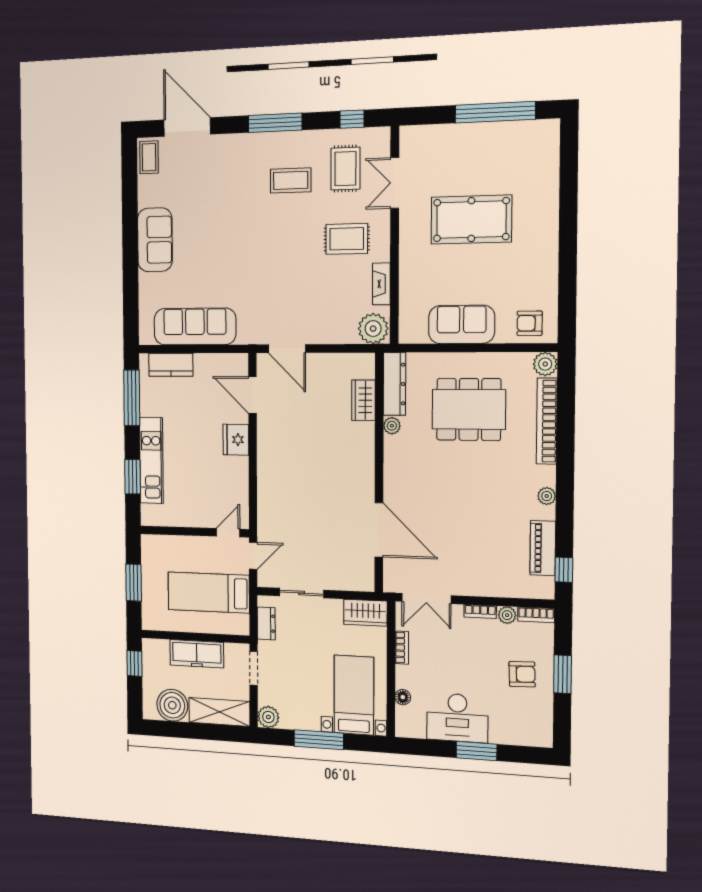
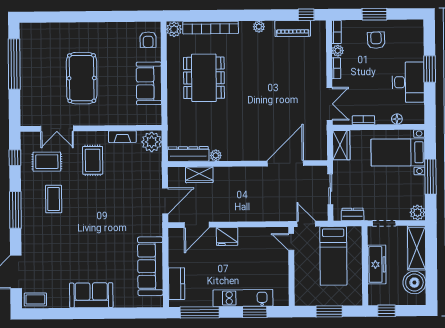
dresser: (394, 384) -> (188, 154), moved
wardrobe: (363, 400) -> (199, 175), moved
plant: (392, 426) -> (216, 155), moved
wall: (379, 473) -> (247, 164), moved
door: (379, 530) -> (285, 163), moved

